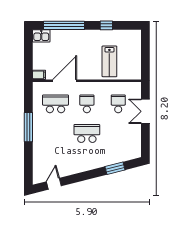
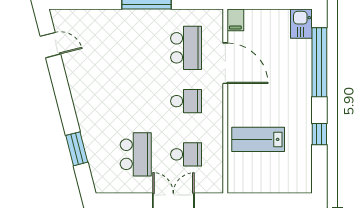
school desk: (87, 133) -> (136, 154), moved

